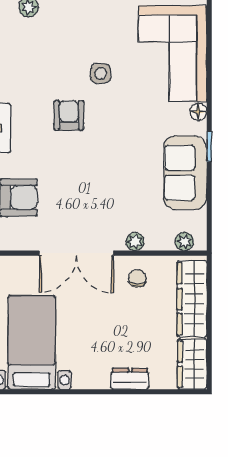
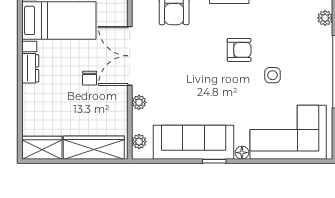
sofa: (185, 173) -> (194, 142), width x1.36
chair: (137, 278) -> (90, 78), moved, turned 90
dresser: (130, 379) -> (30, 68), moved

